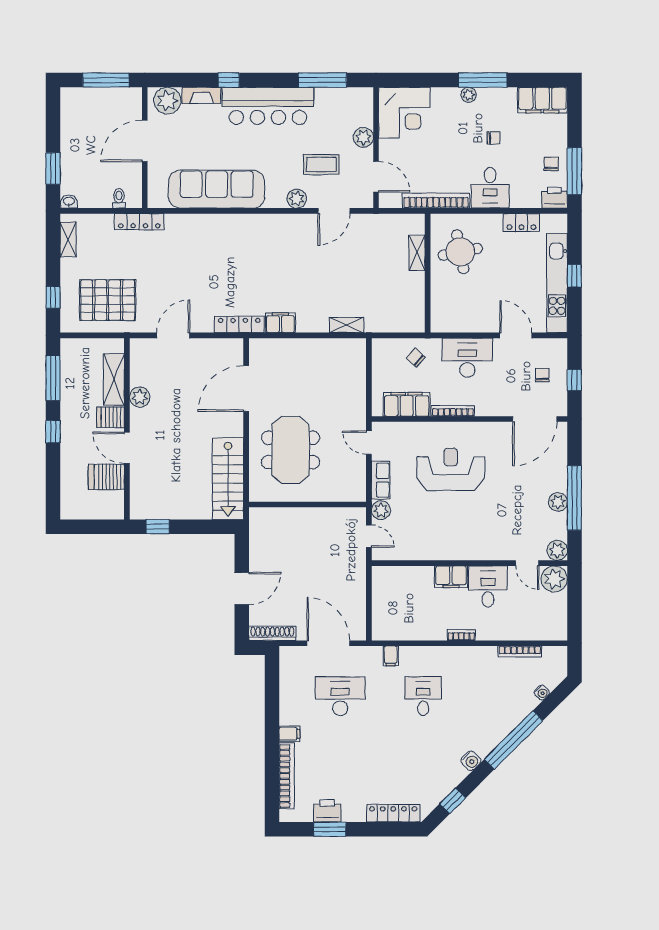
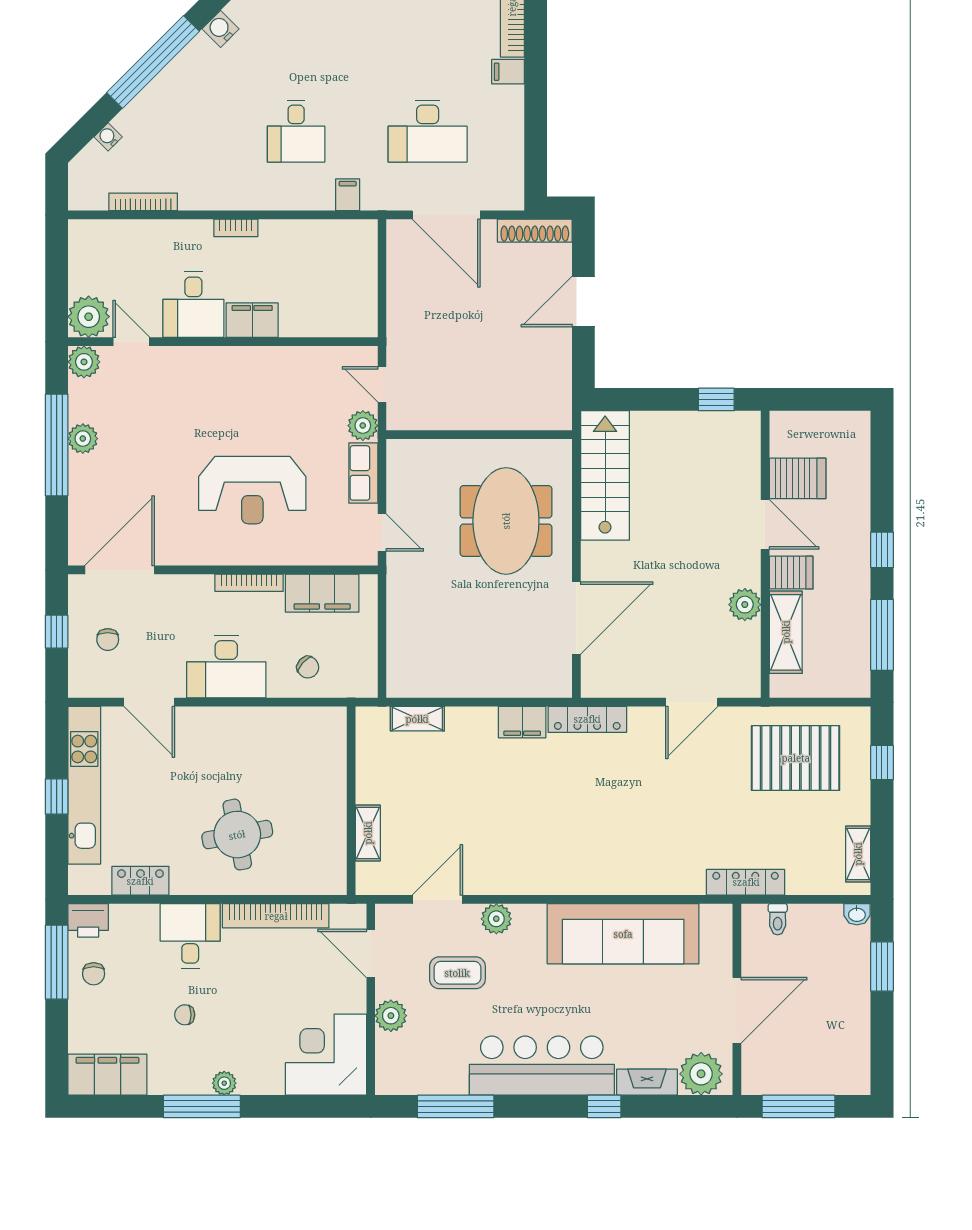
shelving: (417, 253) -> (368, 833), moved
wall: (428, 273) -> (351, 801), moved

